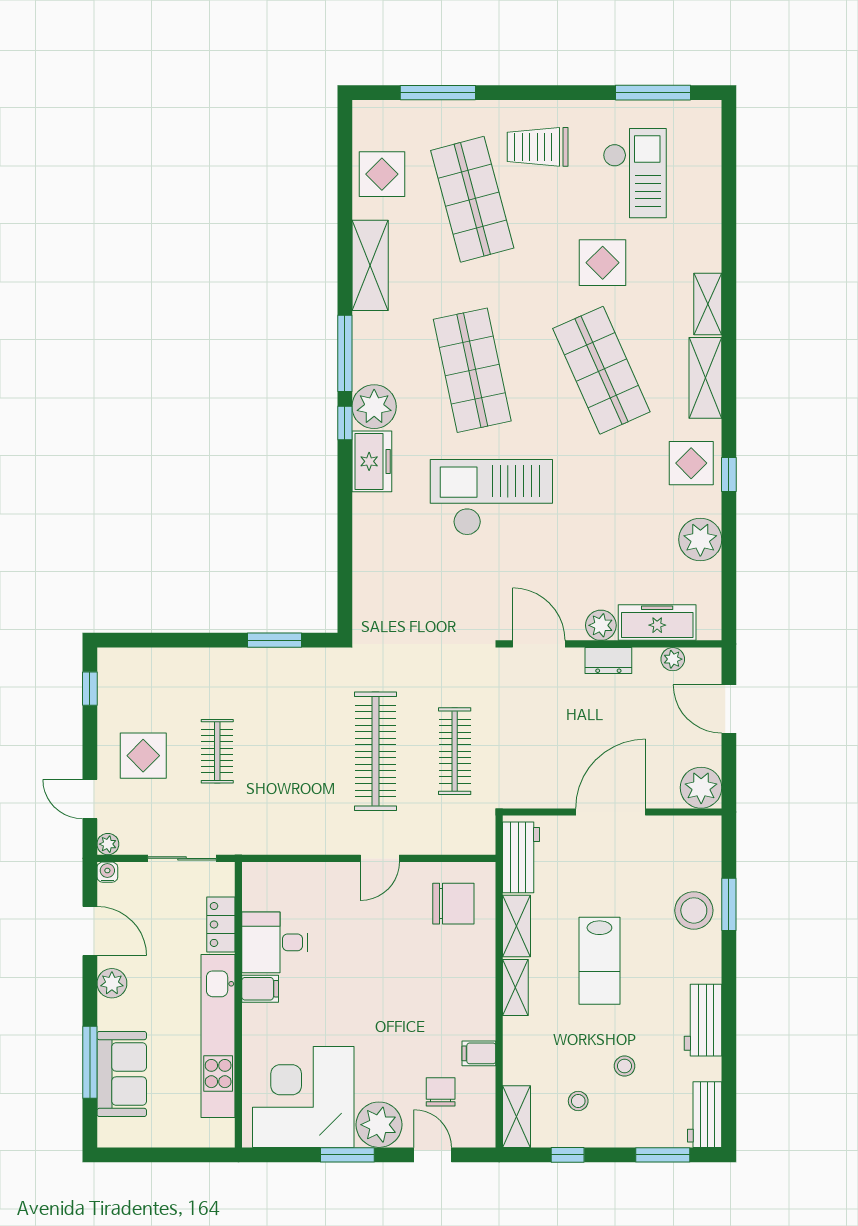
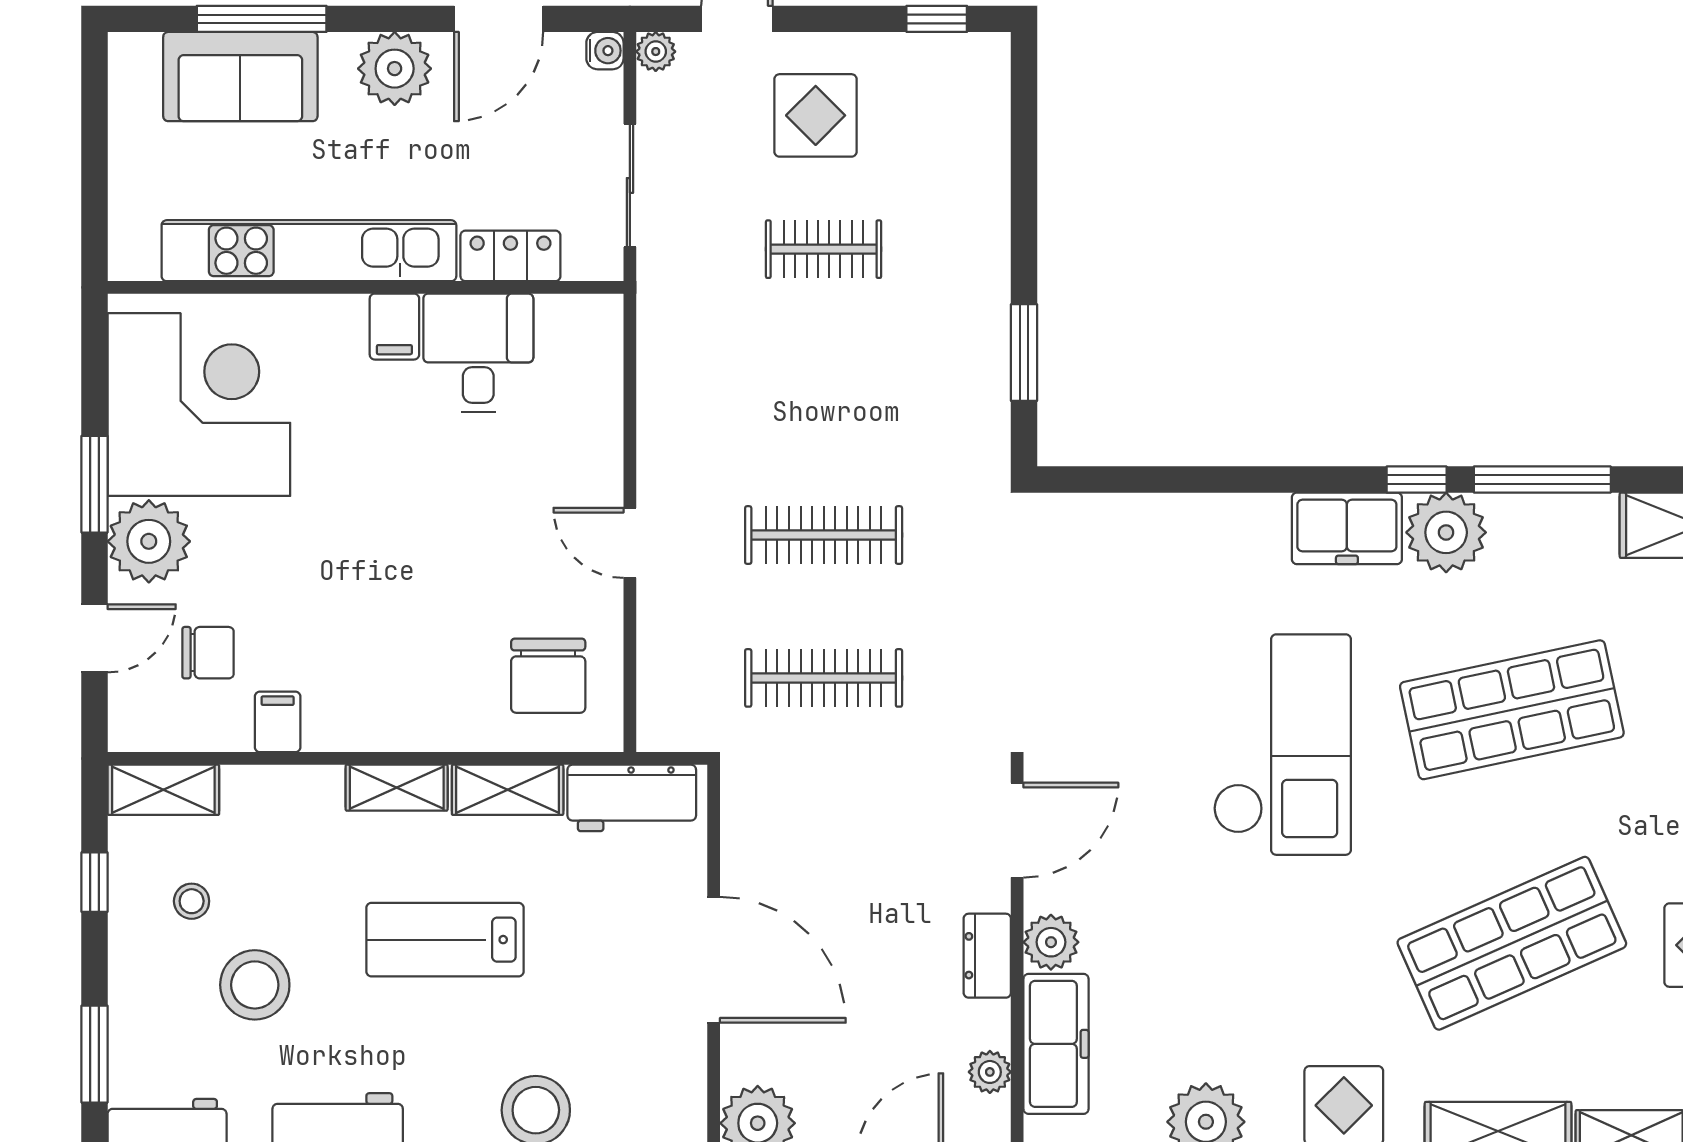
clothes rail: (376, 751) -> (824, 535), width x0.73, depth x0.76
plant: (112, 983) -> (395, 69), width x1.36, depth x1.36
stool: (625, 1066) -> (255, 985), width x1.89, depth x1.89

